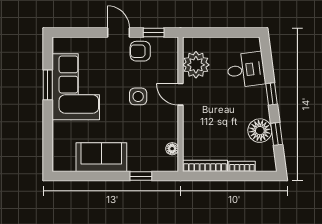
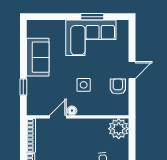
window: (154, 32) -> (132, 97), removed
plant: (196, 65) -> (119, 129), moved
door: (180, 94) -> (58, 117), moved
floor lamp: (172, 149) -> (72, 111), moved

